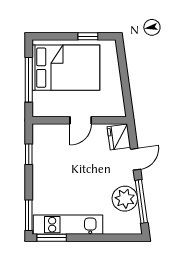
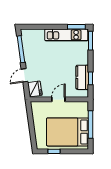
kitchen counter: (42, 156) -> (82, 77), added
plant: (125, 199) -> (31, 51), removed

